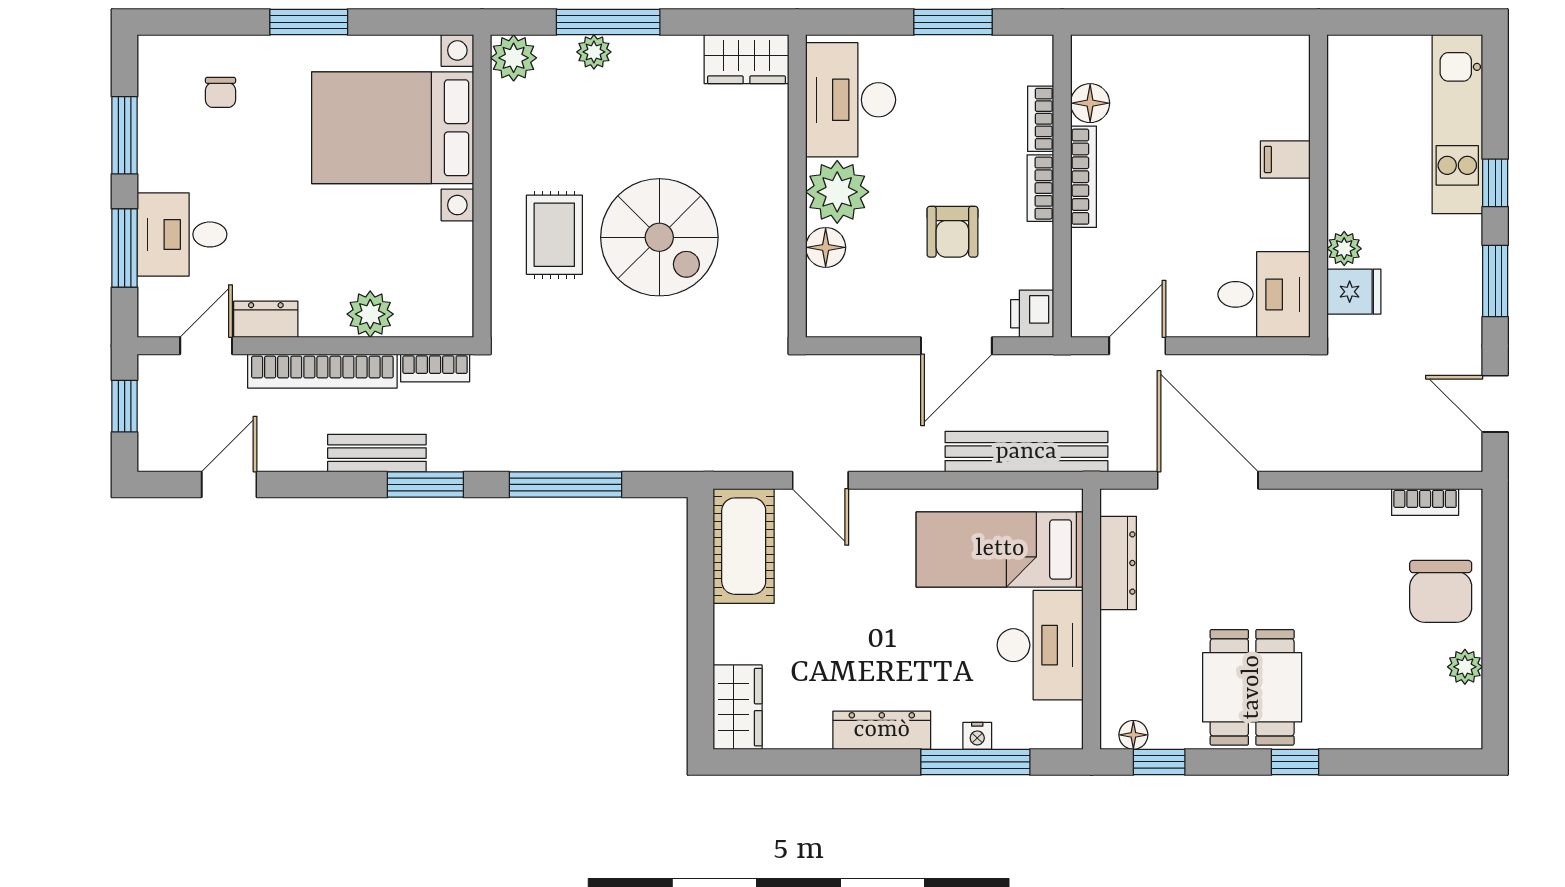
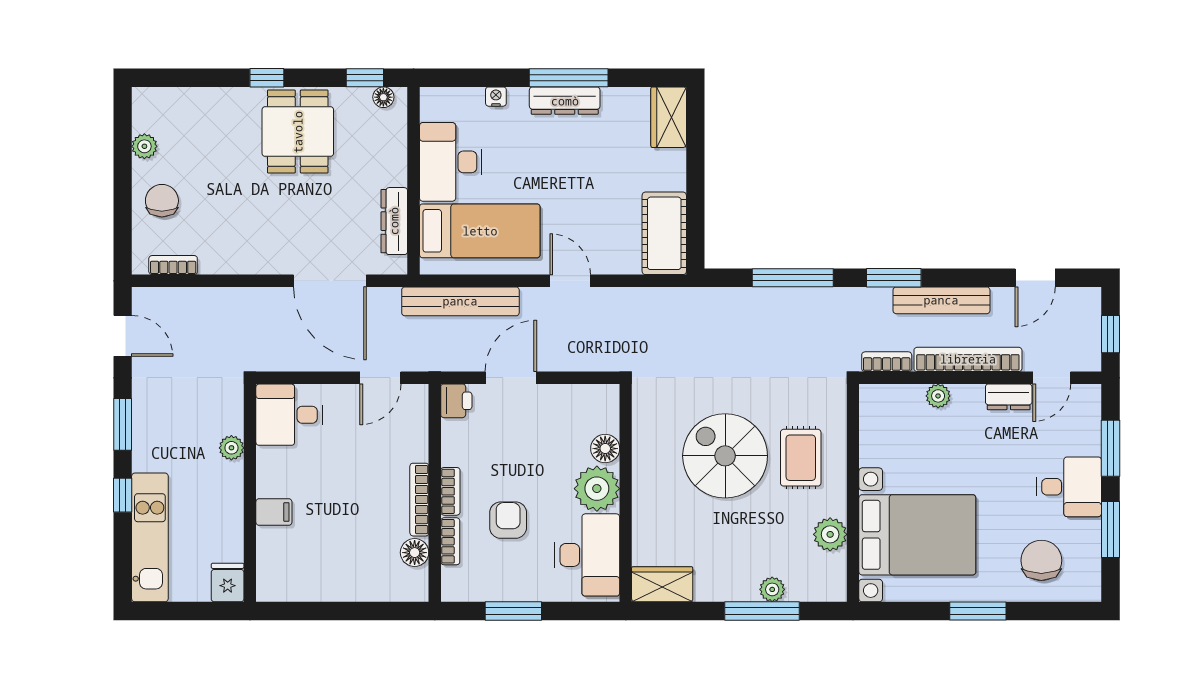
plant: (514, 58) -> (830, 534), moved
chair: (220, 92) -> (1041, 560), width x1.87, depth x1.87
armchair: (952, 232) -> (508, 520), moved
desk: (182, 234) -> (1069, 487), moved
fridge: (1354, 292) -> (228, 583), moved, turned 90
plant: (370, 314) -> (938, 396), width x0.73, depth x0.73
bench: (377, 453) -> (941, 300), width x1.36
door: (820, 480) -> (570, 281), moved
chair: (1441, 591) -> (162, 201), width x0.73, depth x0.73
window: (975, 762) -> (569, 78), moved

